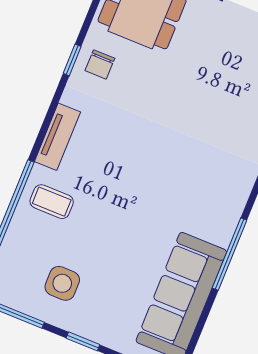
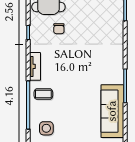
chair: (100, 64) -> (59, 29), moved
side table: (62, 283) -> (46, 128), moved

